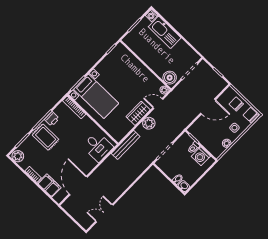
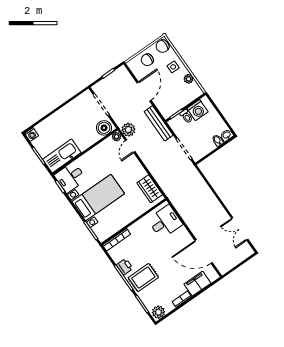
kitchen sink: (165, 32) -> (62, 156), moved, turned 180
desk: (121, 57) -> (70, 177), added
bed with nightstands: (96, 96) -> (98, 198), moved
wardrobe: (138, 113) -> (150, 189), moved
plant: (149, 123) -> (128, 130), moved
bench: (126, 145) -> (159, 123), moved

